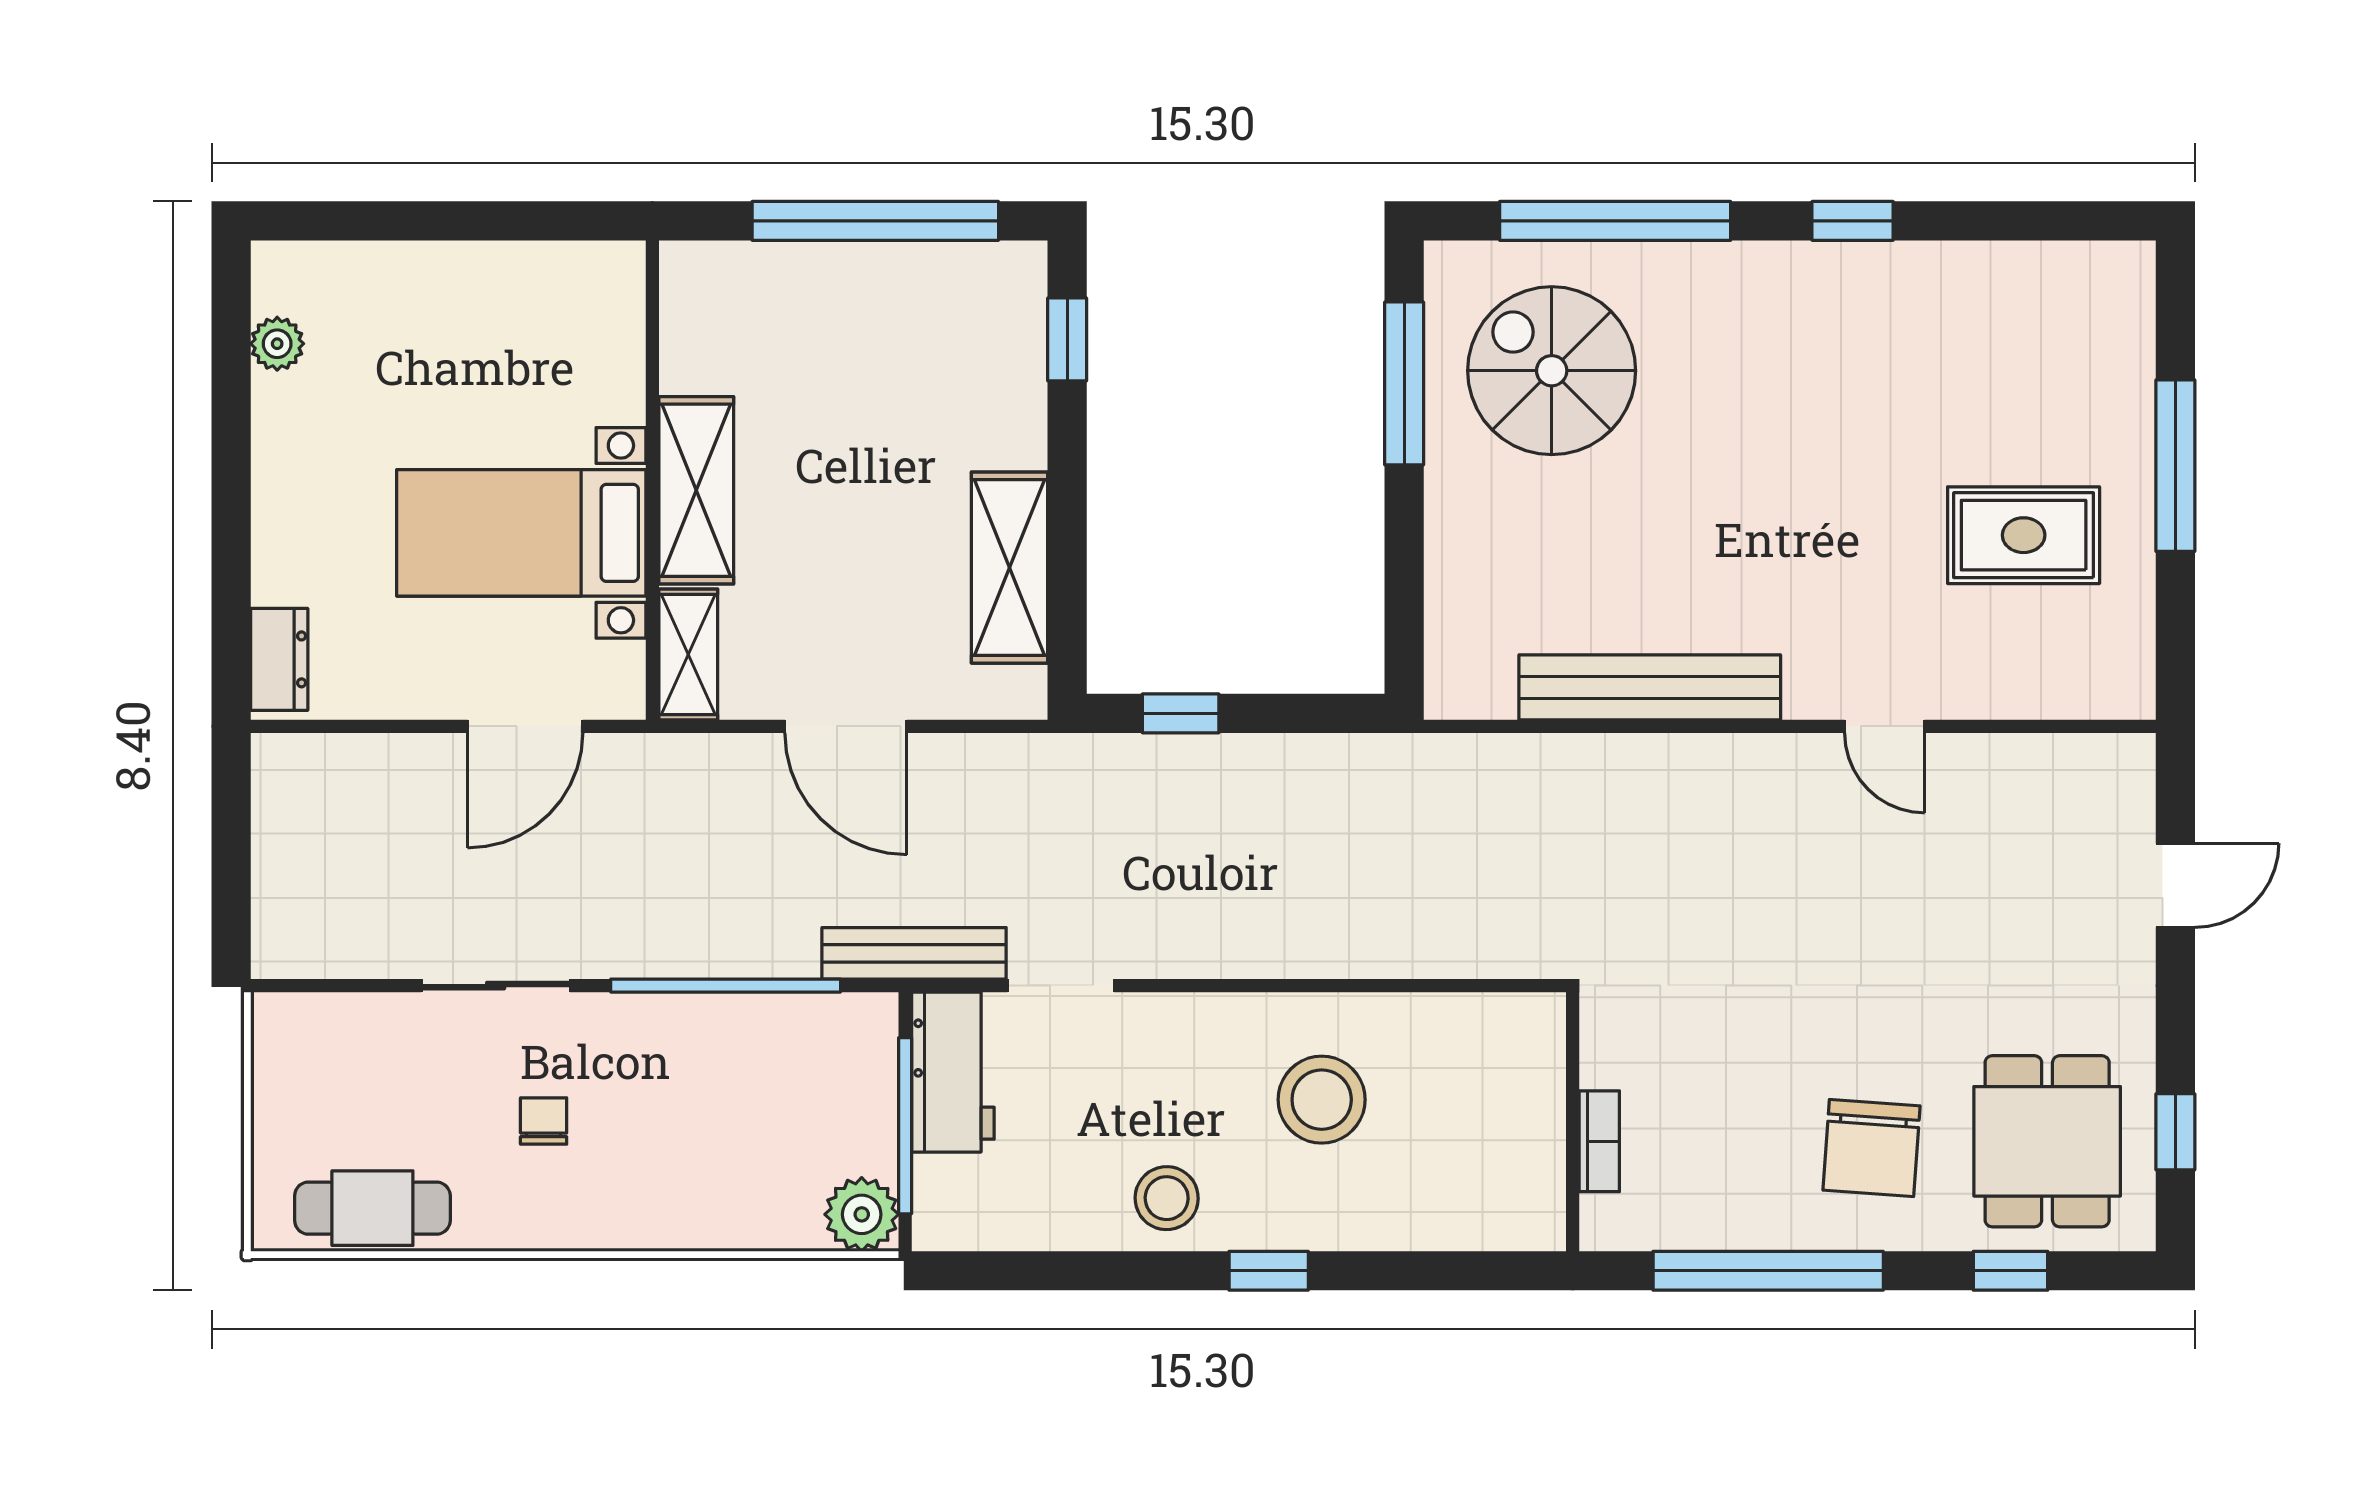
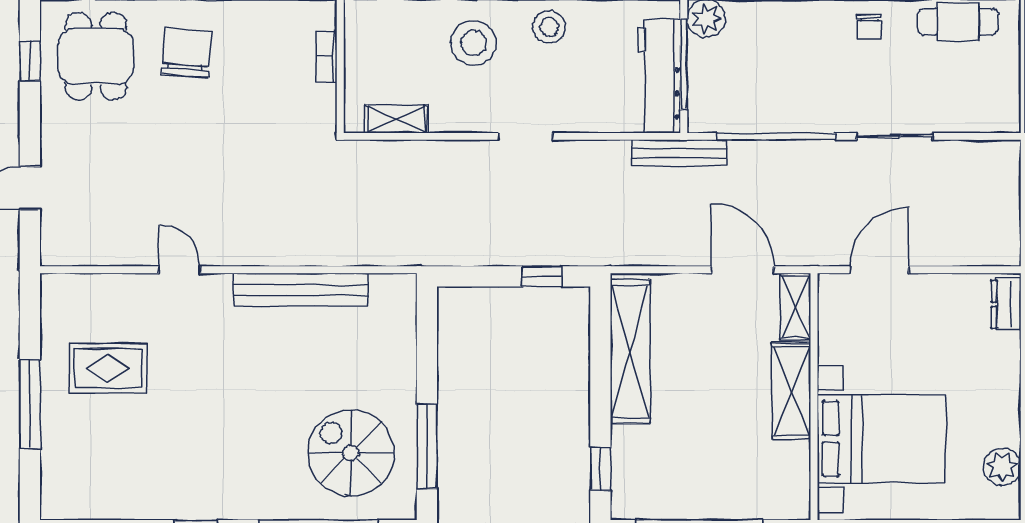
plant: (277, 344) -> (1002, 467), width x1.38, depth x1.38
spiral stairs: (1552, 371) -> (351, 453), turned 180
bed with nightstands: (521, 533) -> (881, 439), moved, width x1.36
shelving: (1009, 568) -> (630, 352), width x1.47
door: (846, 726) -> (743, 270), moved
doorway: (1061, 986) -> (525, 136), moved
shelving: (1463, 1019) -> (396, 119), added
workbench: (953, 1072) -> (659, 76), width x1.38
stool: (1322, 1100) -> (473, 43), moved
chair: (544, 1121) -> (869, 27), moved

